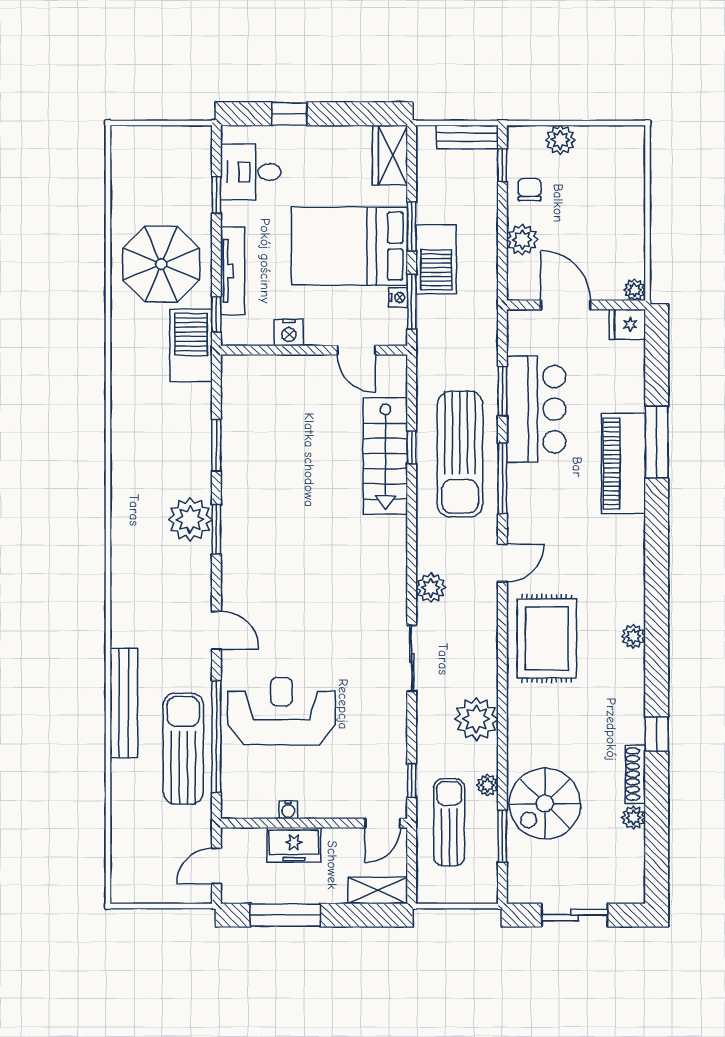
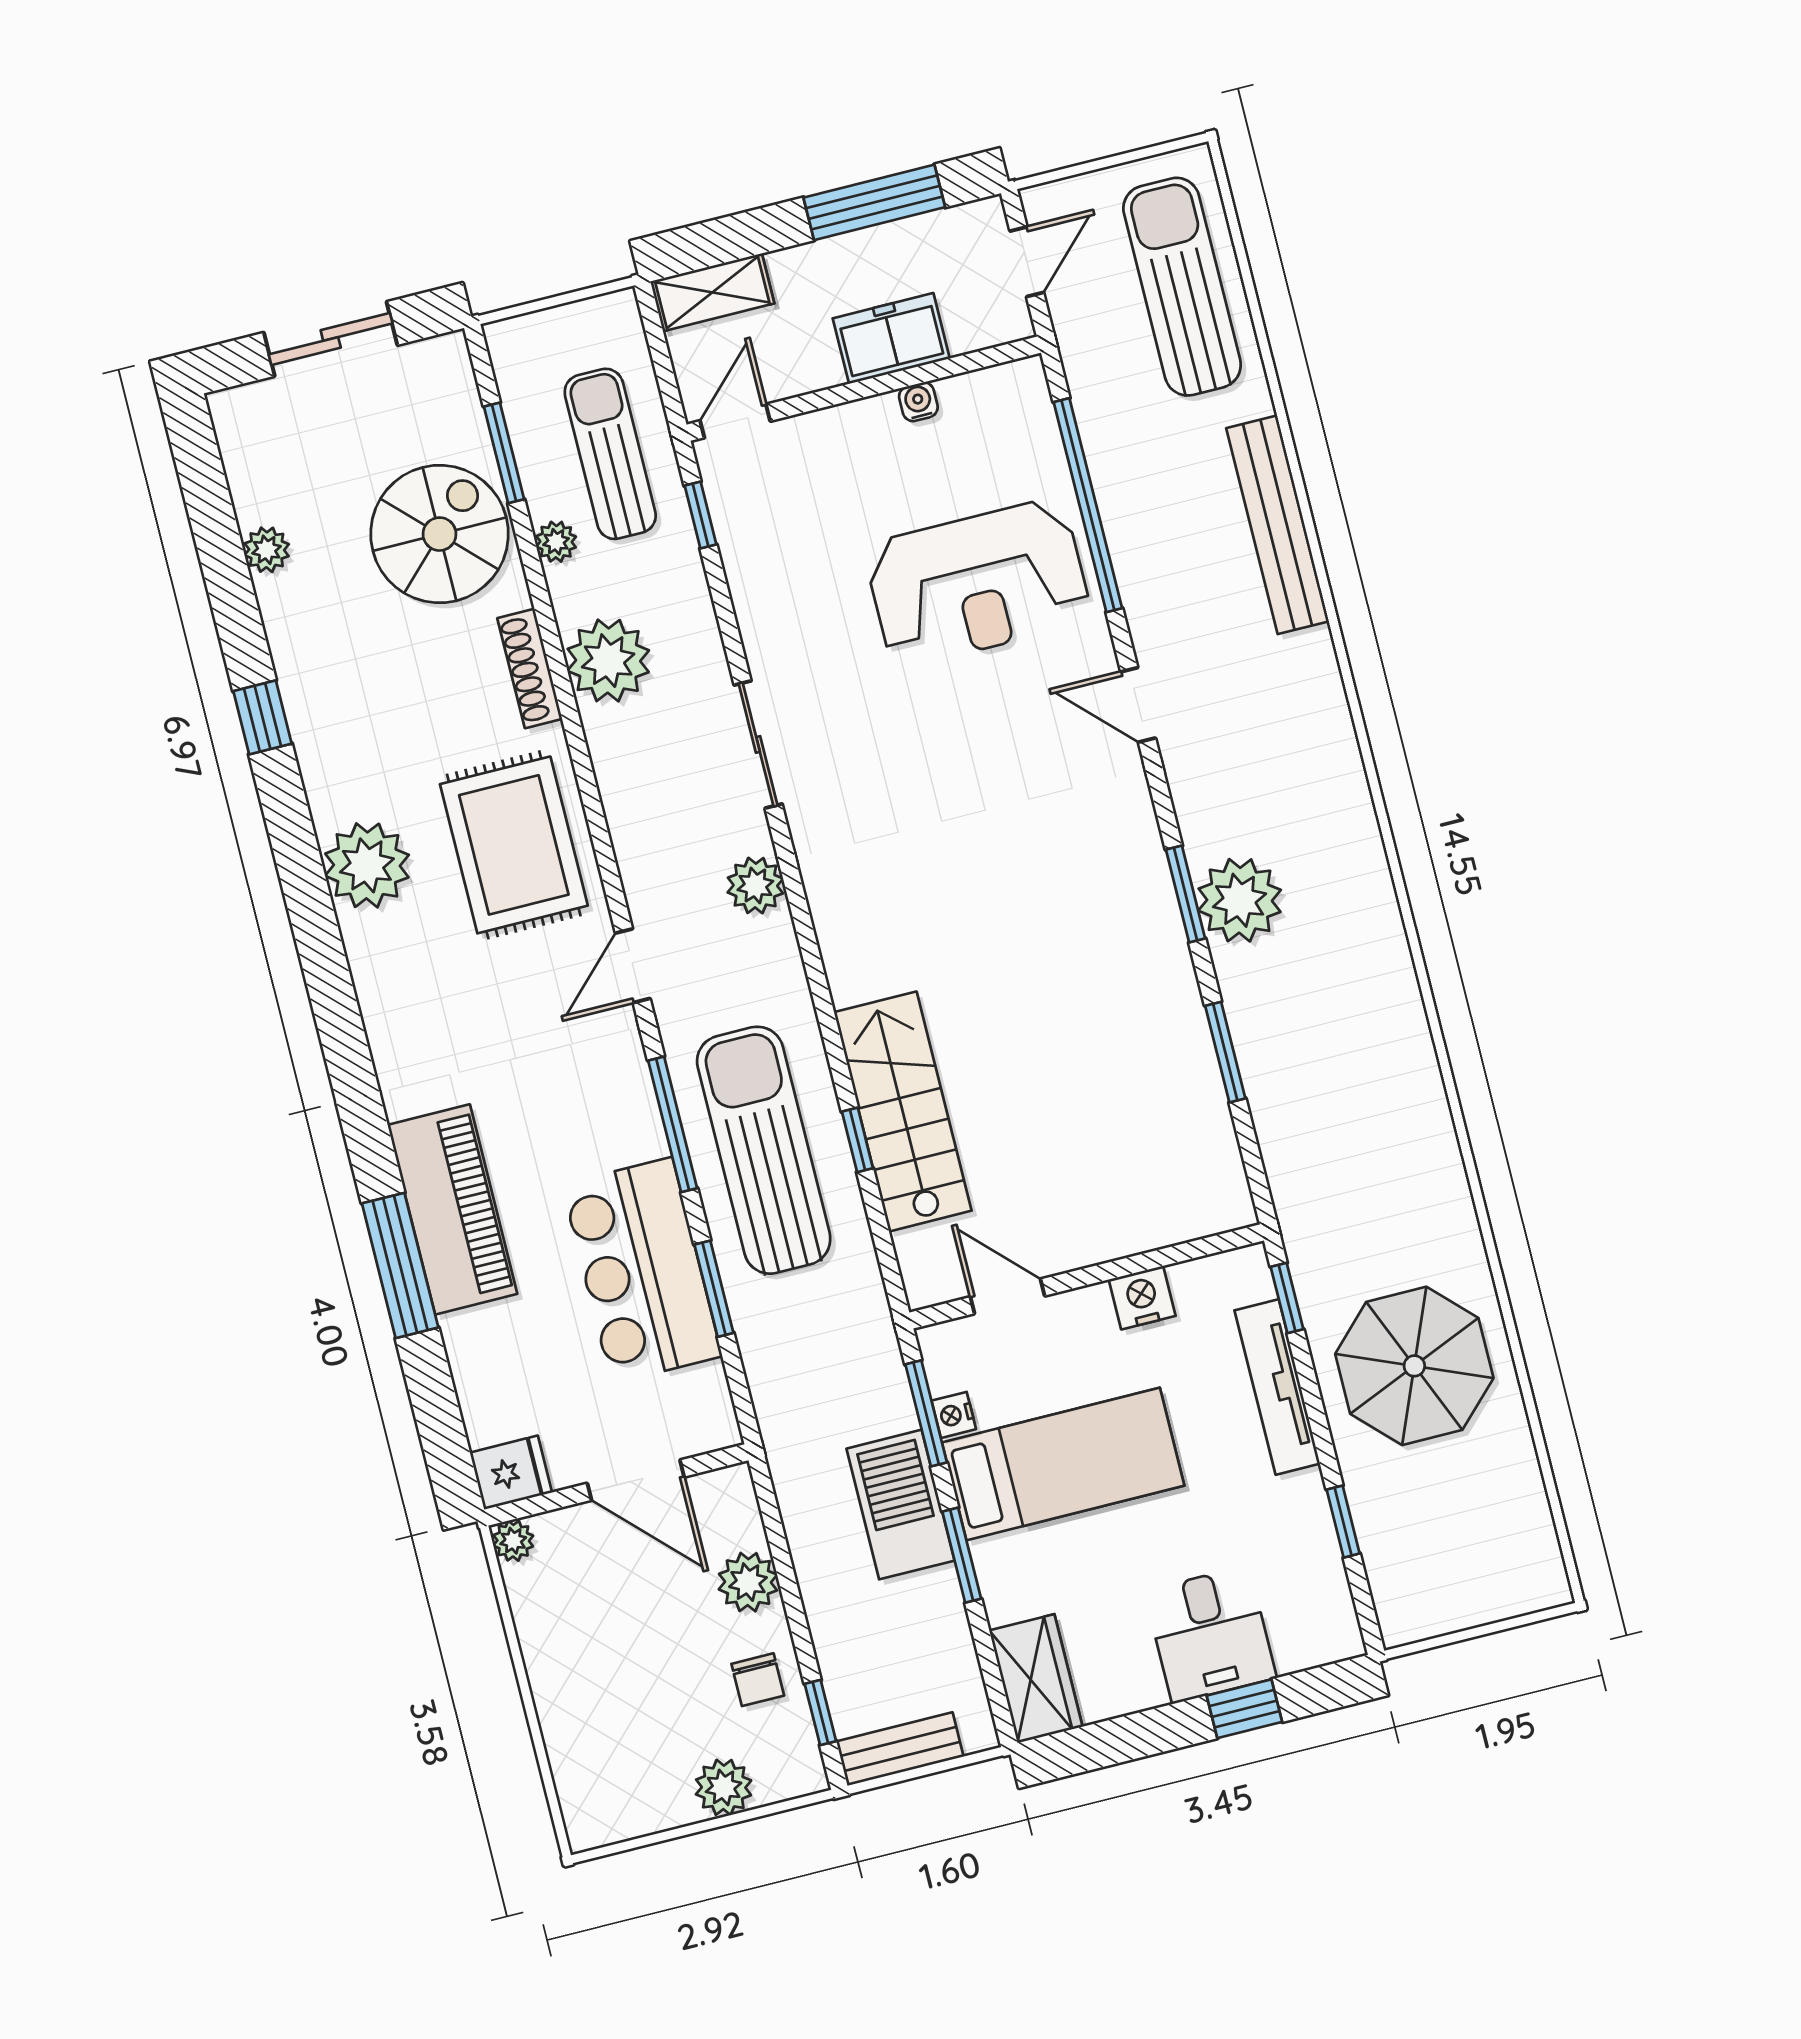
desk: (251, 172) -> (1210, 1634), moved, turned 90
bed: (349, 246) -> (1063, 1464), width x0.67
barbecue: (191, 345) -> (1320, 1228), removed
plant: (633, 636) -> (367, 865), width x1.87, depth x1.87
sun lounger: (183, 749) -> (1182, 287), moved, turned 180
shoe rack: (635, 774) -> (530, 669), moved, turned 180
sun lounger: (449, 822) -> (610, 454), turned 180

